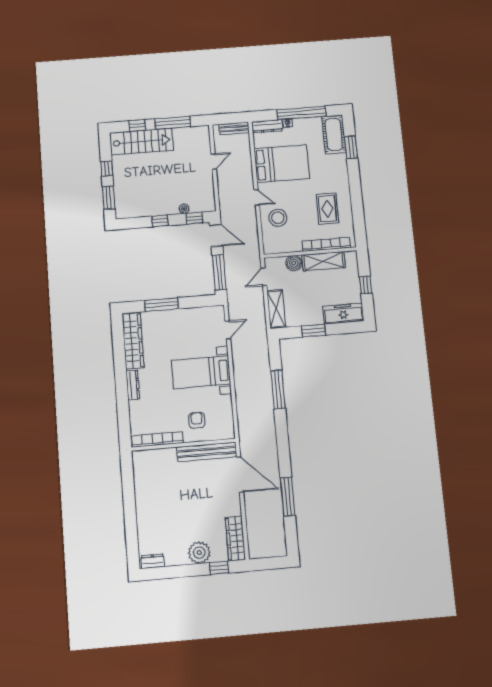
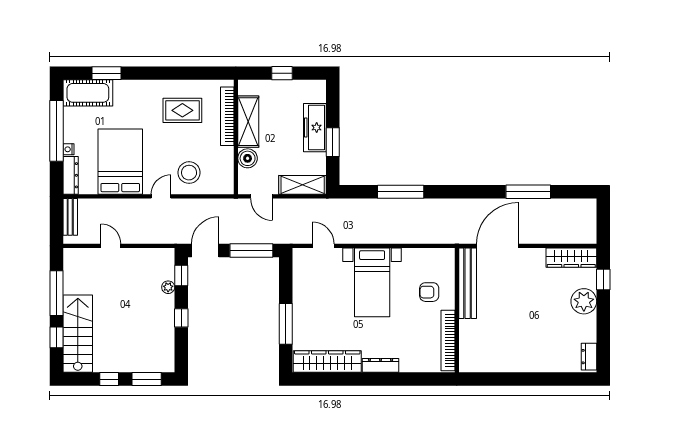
freezer: (343, 314) -> (315, 128), moved

